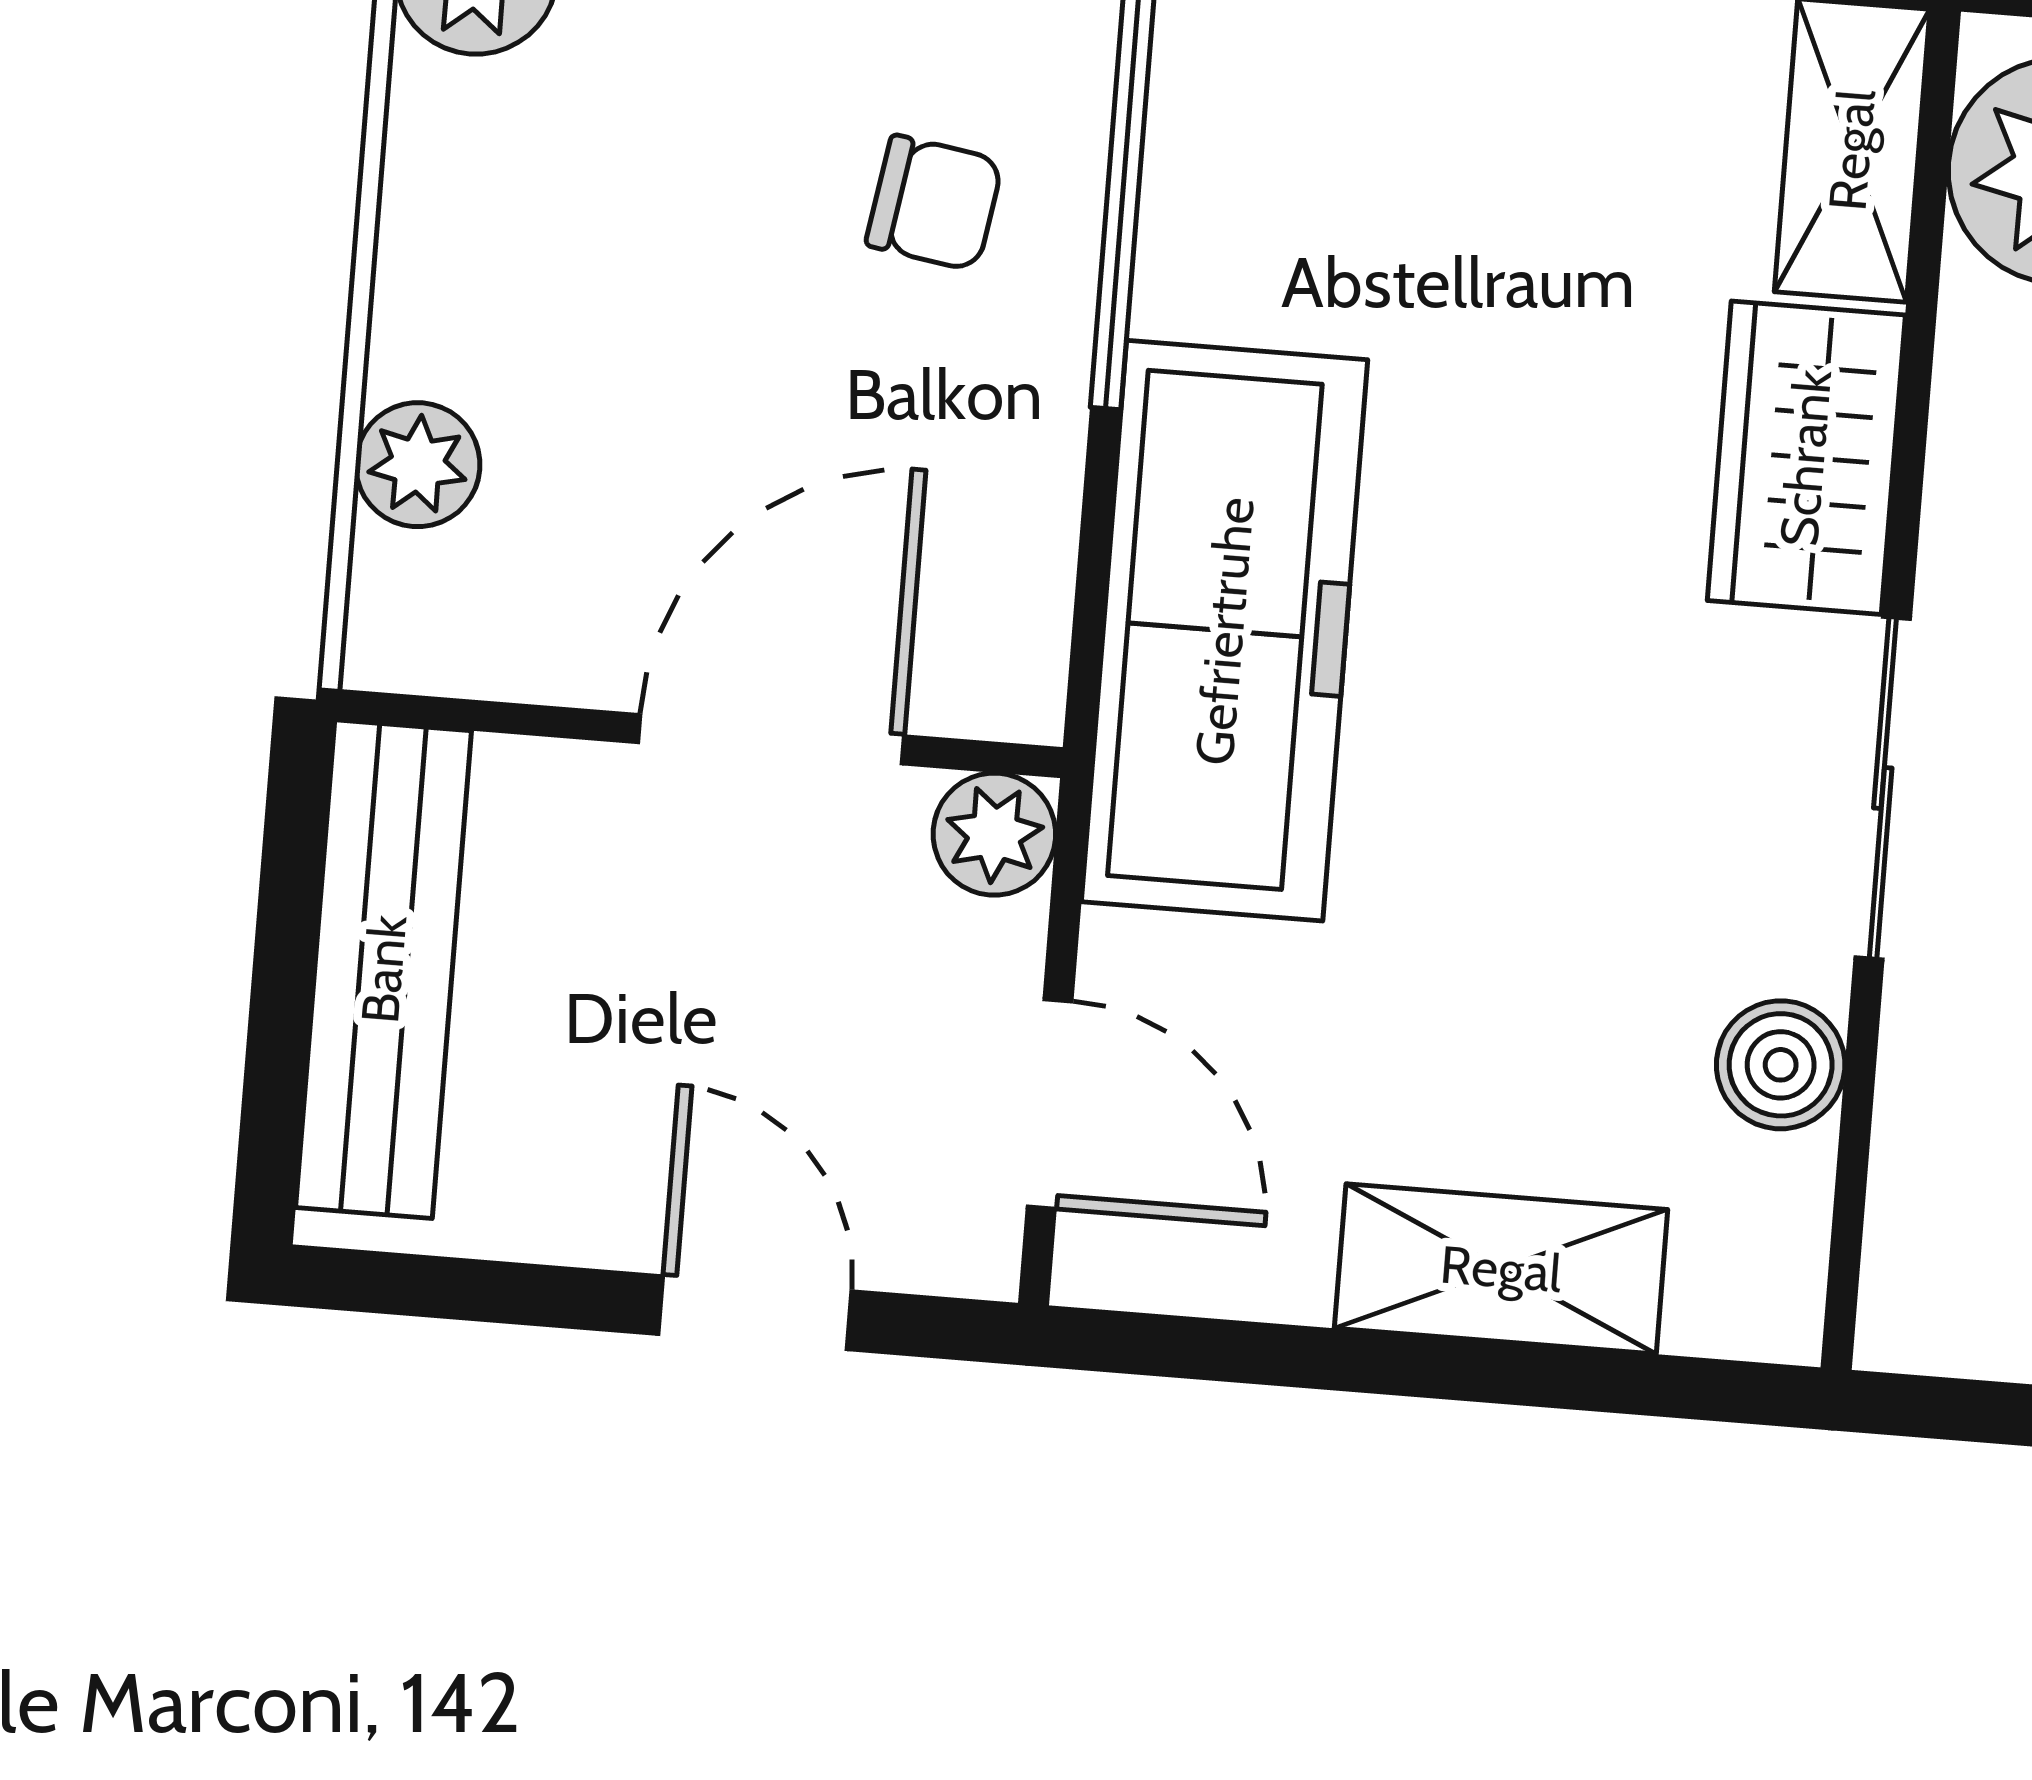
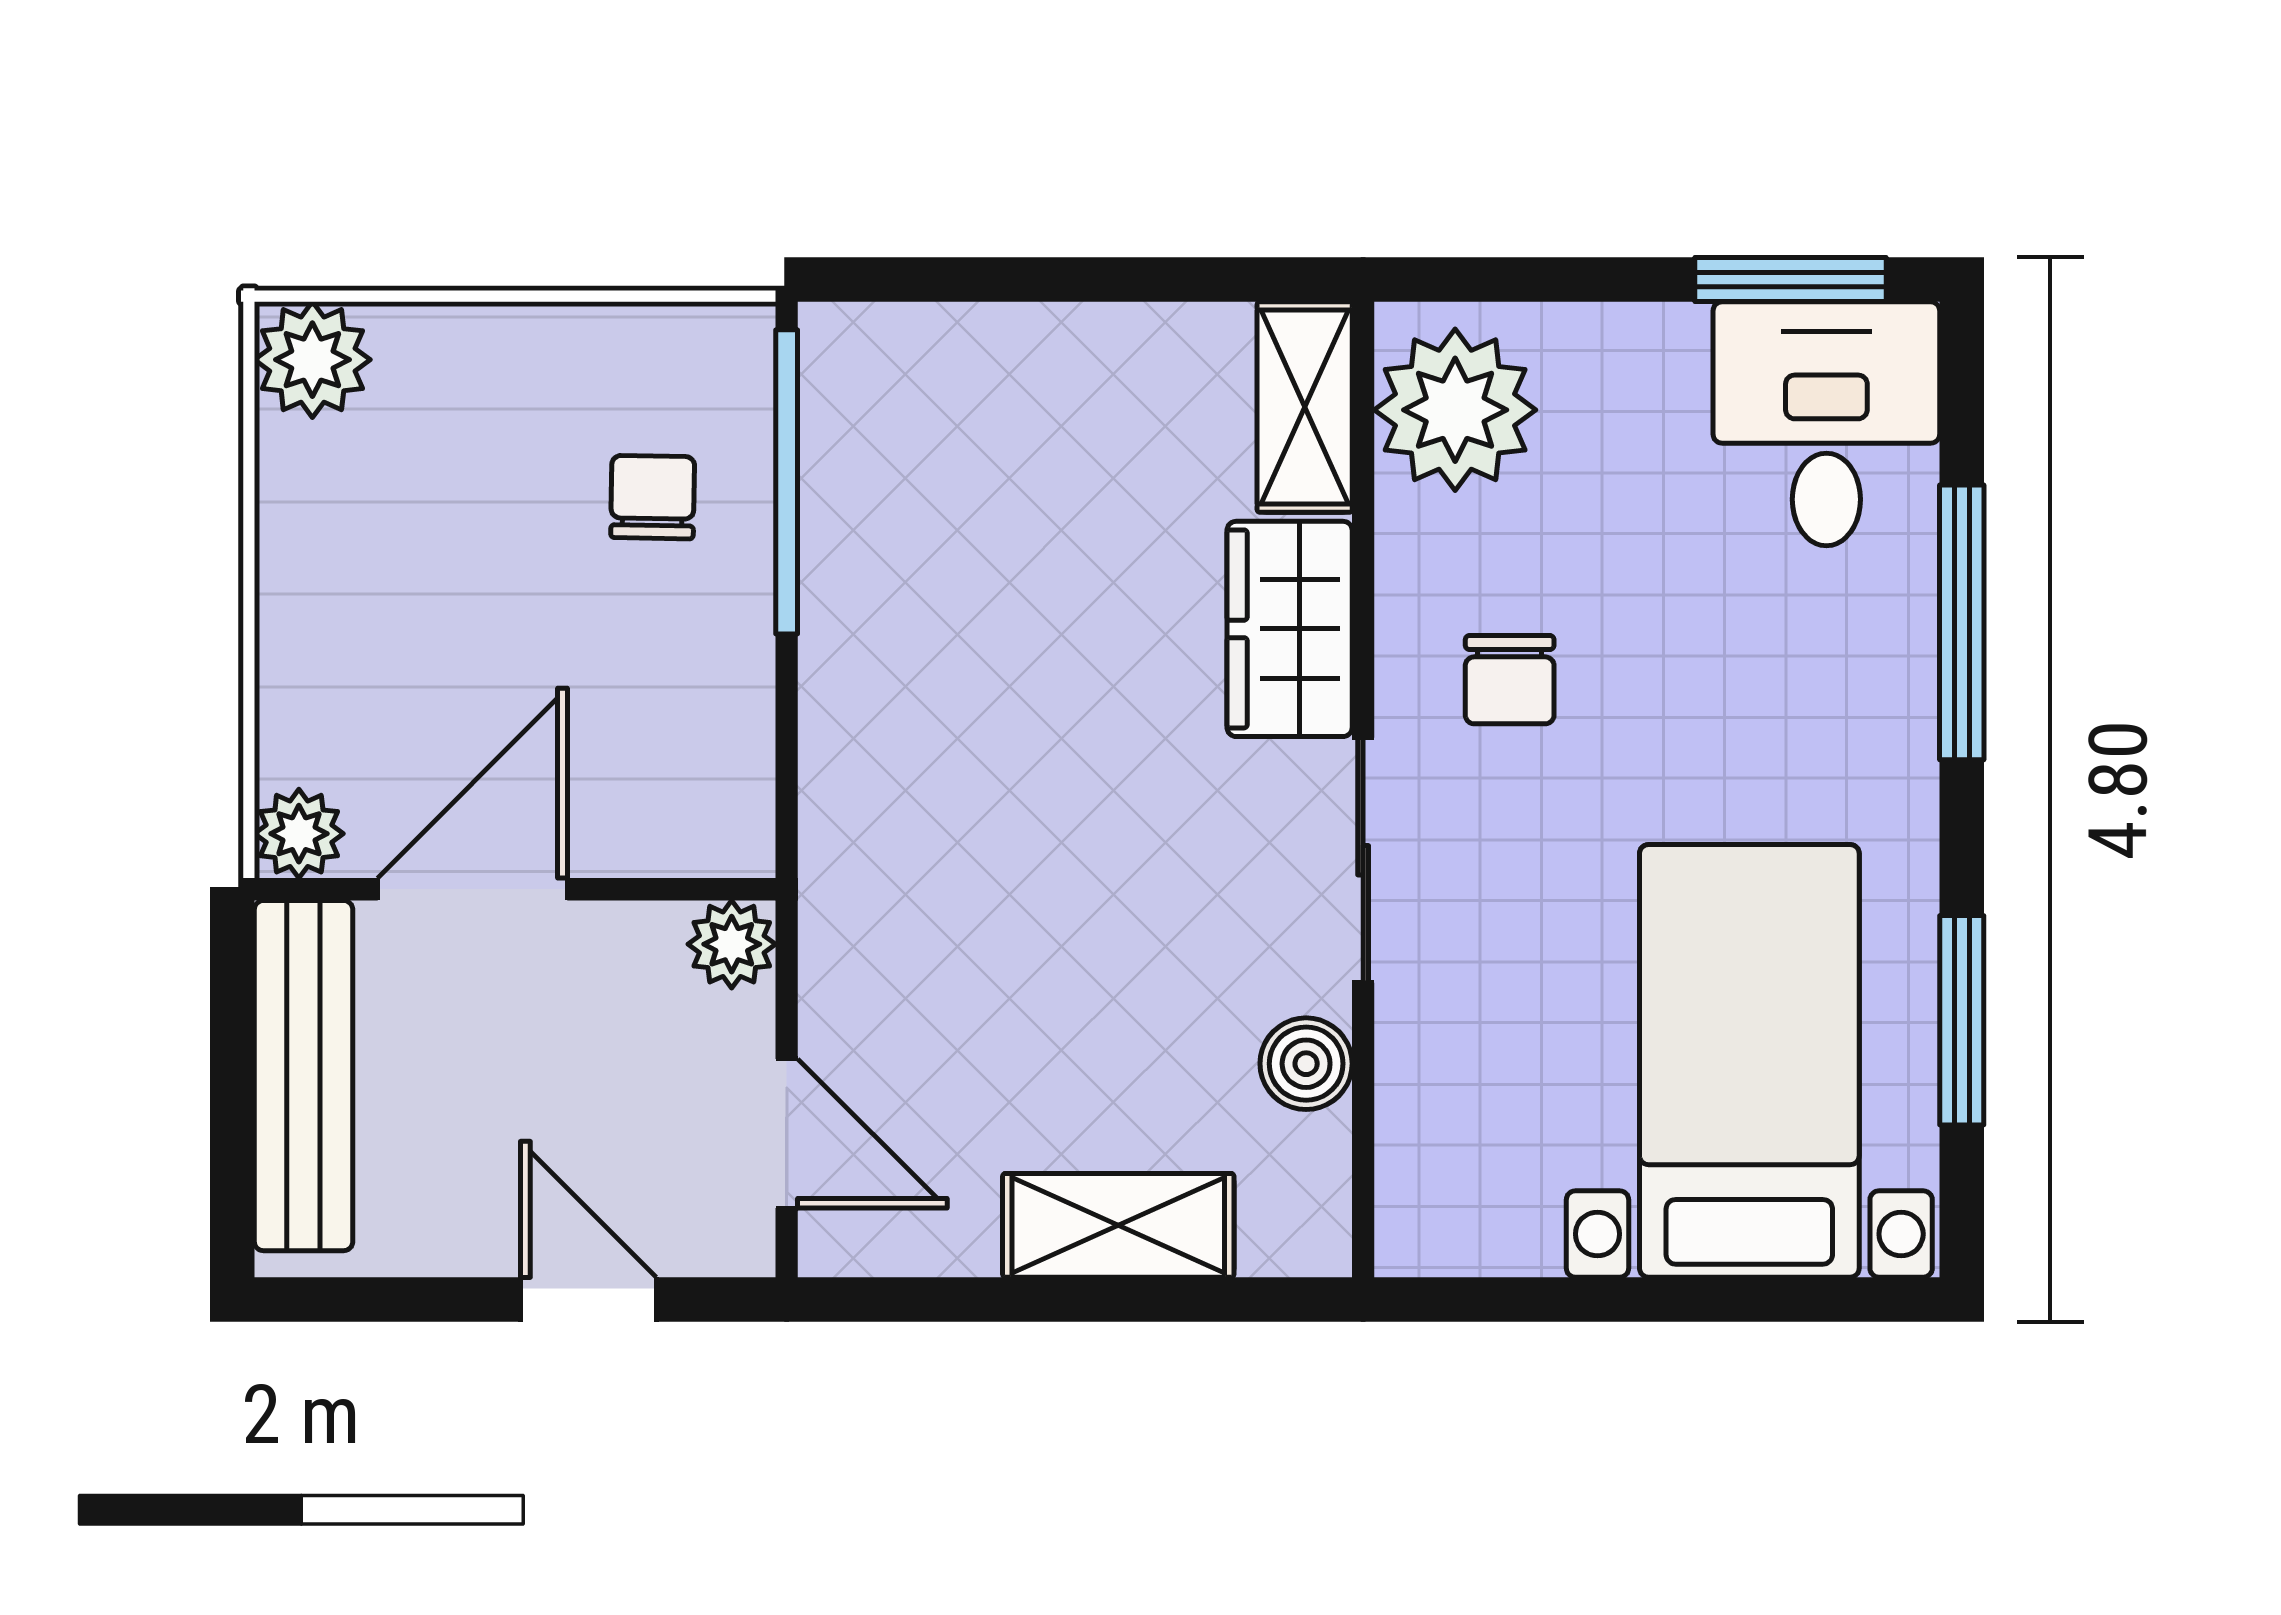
chair: (934, 203) -> (653, 497), turned -98
plant: (418, 465) -> (299, 834), moved
freezer: (1225, 631) -> (884, 786), removed
door: (771, 739) -> (473, 889), moved

